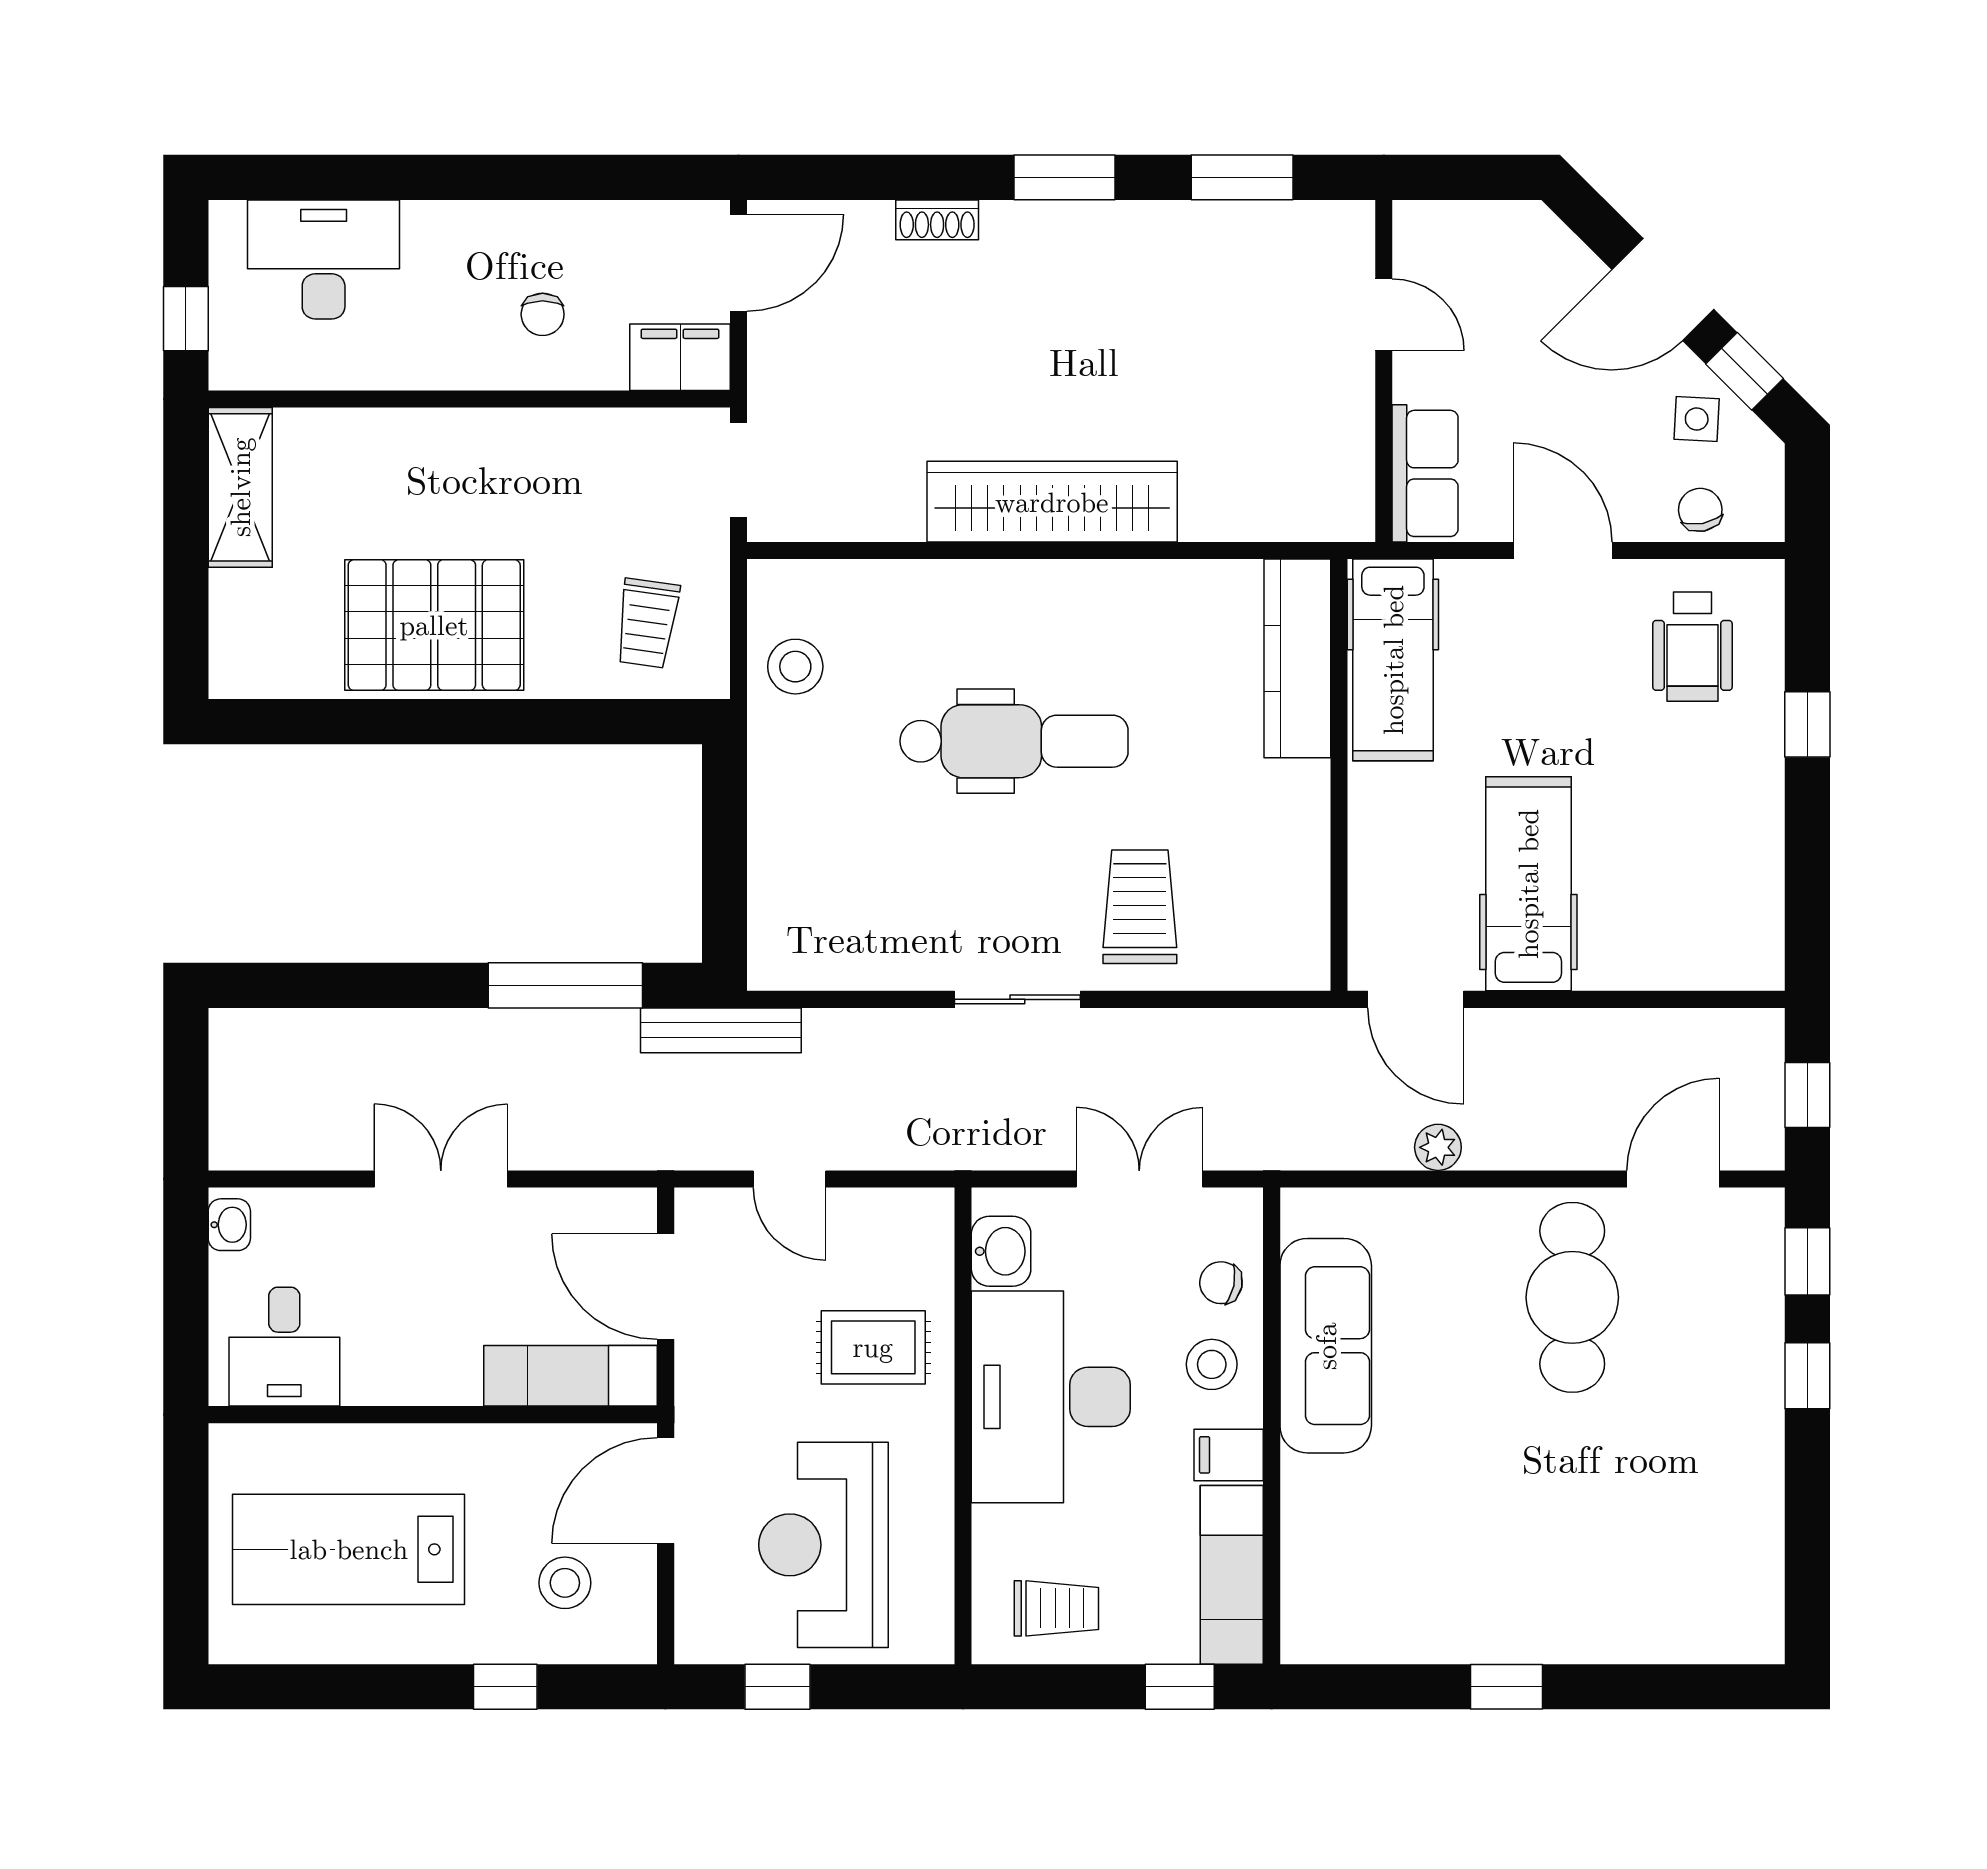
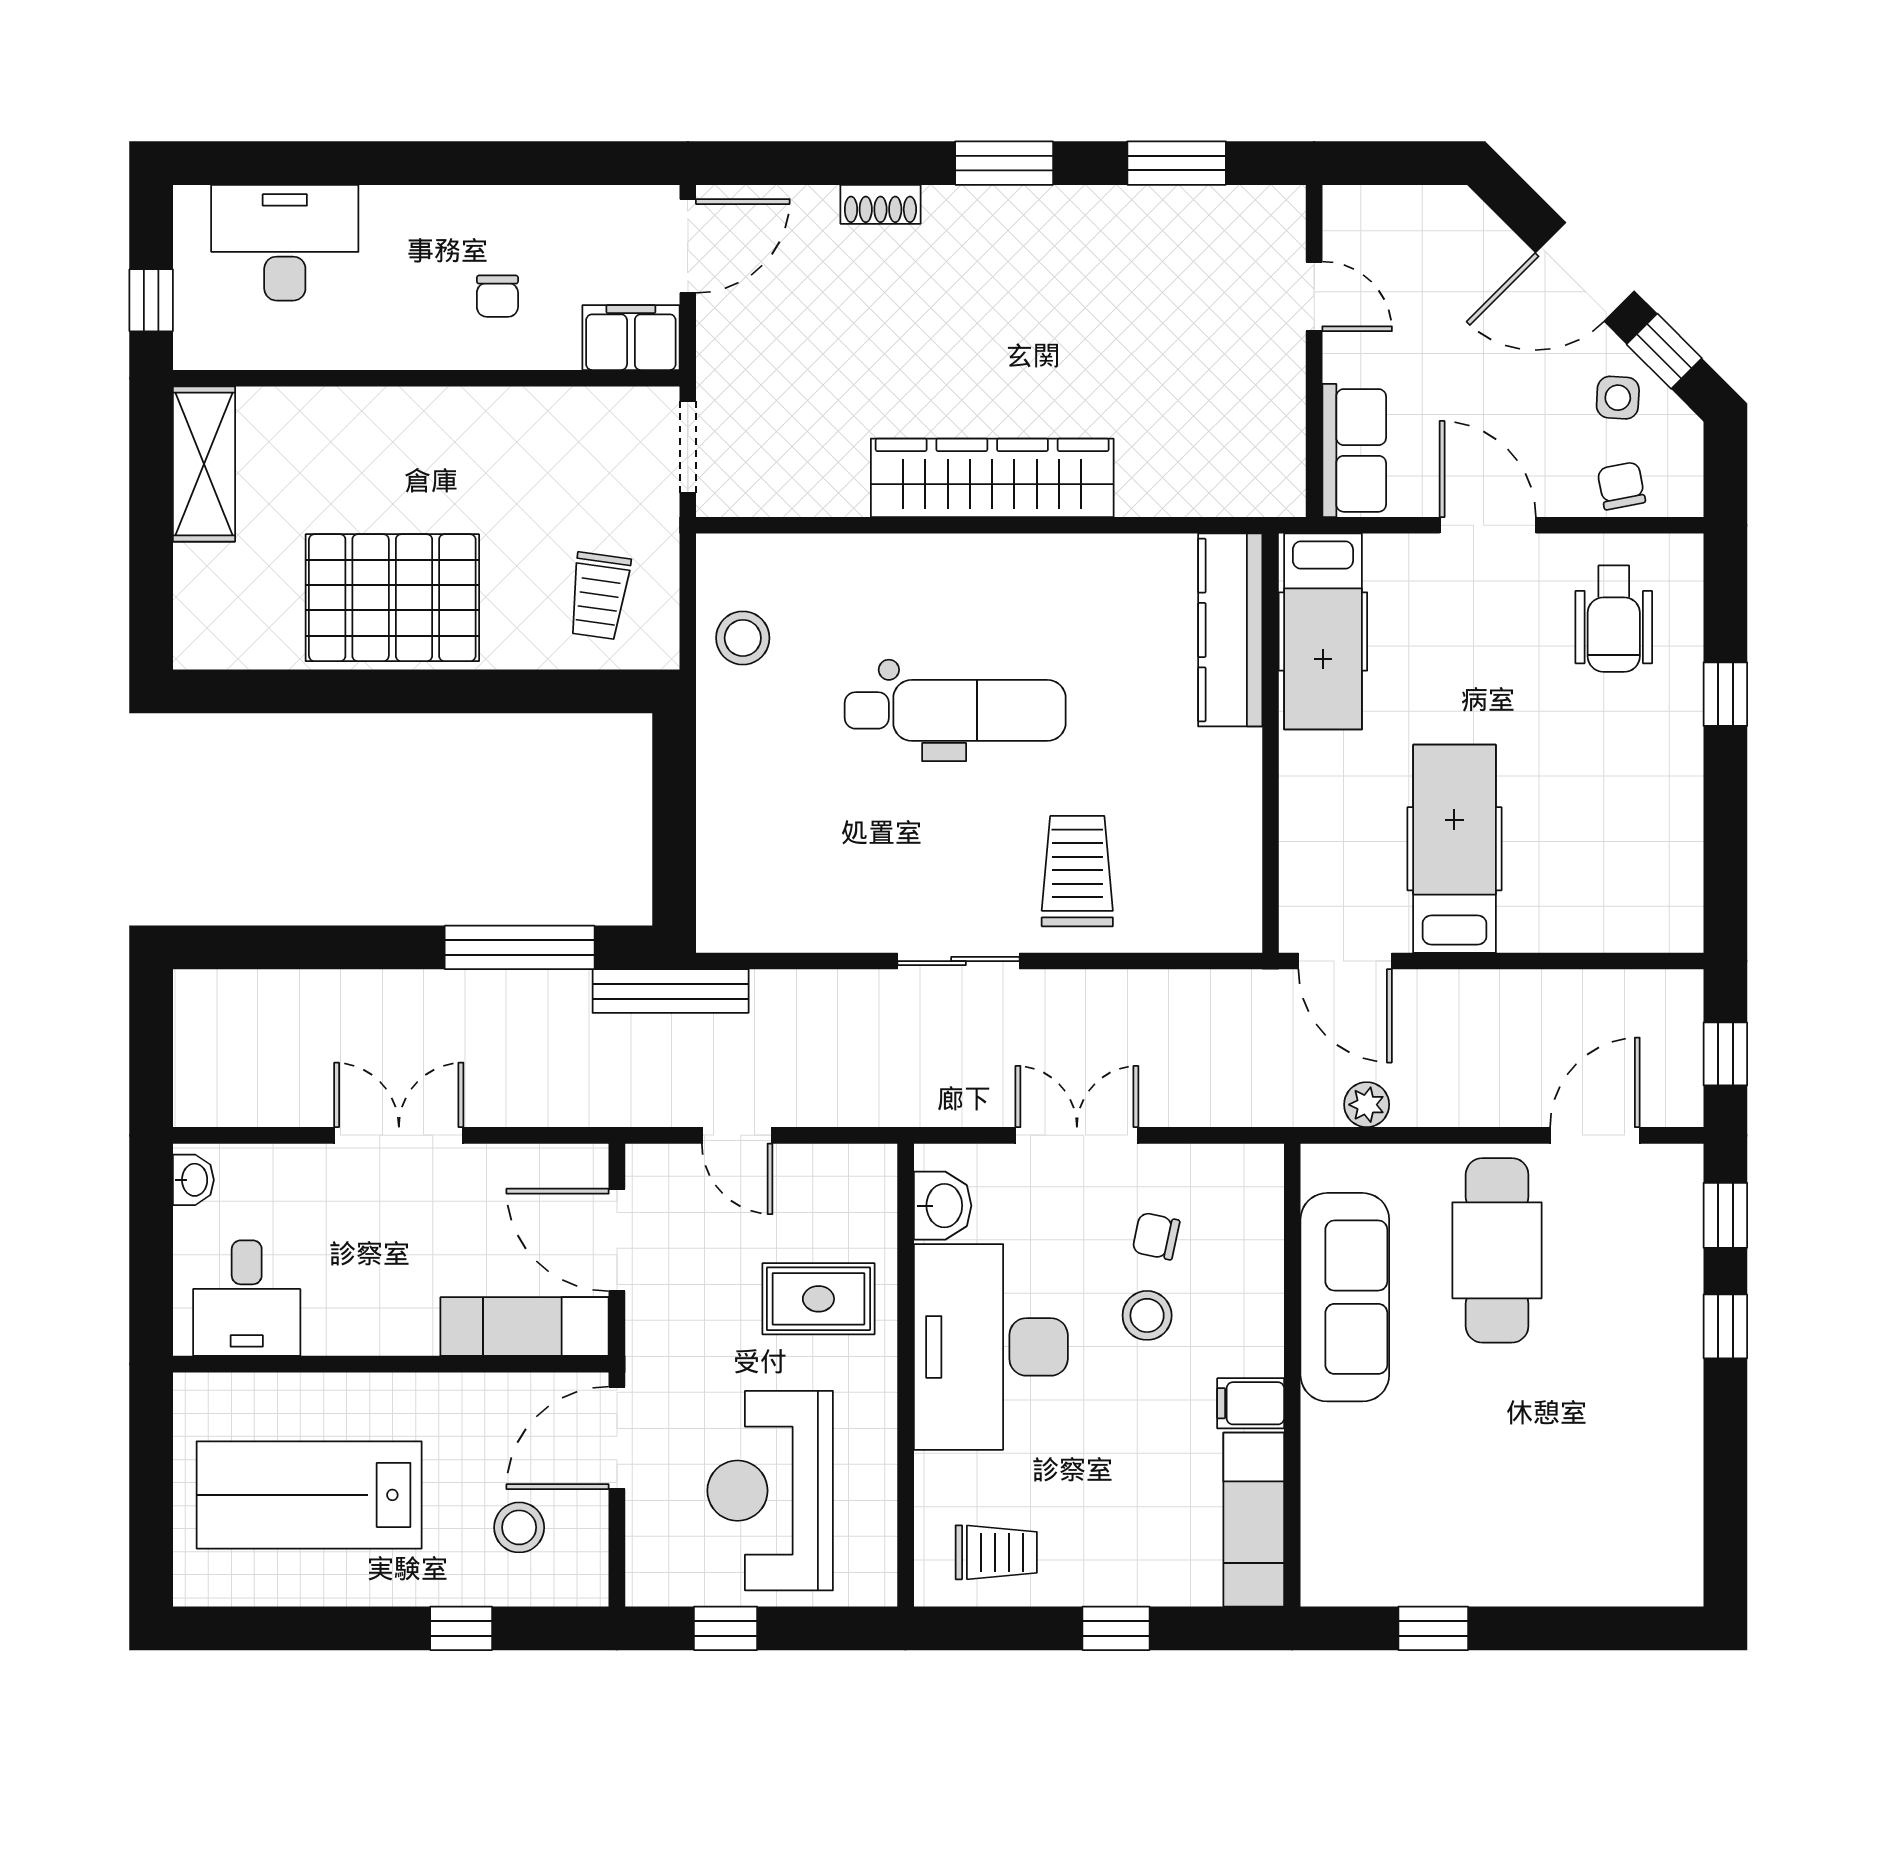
sofa: (1326, 1346) -> (1345, 1297), moved
wall: (1272, 1426) -> (1292, 1375), moved
filing cabinet: (1229, 1455) -> (1251, 1403), moved
exam couch: (1232, 1575) -> (1254, 1520), moved

